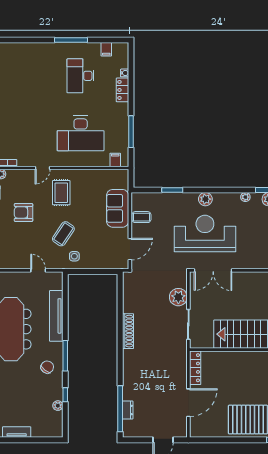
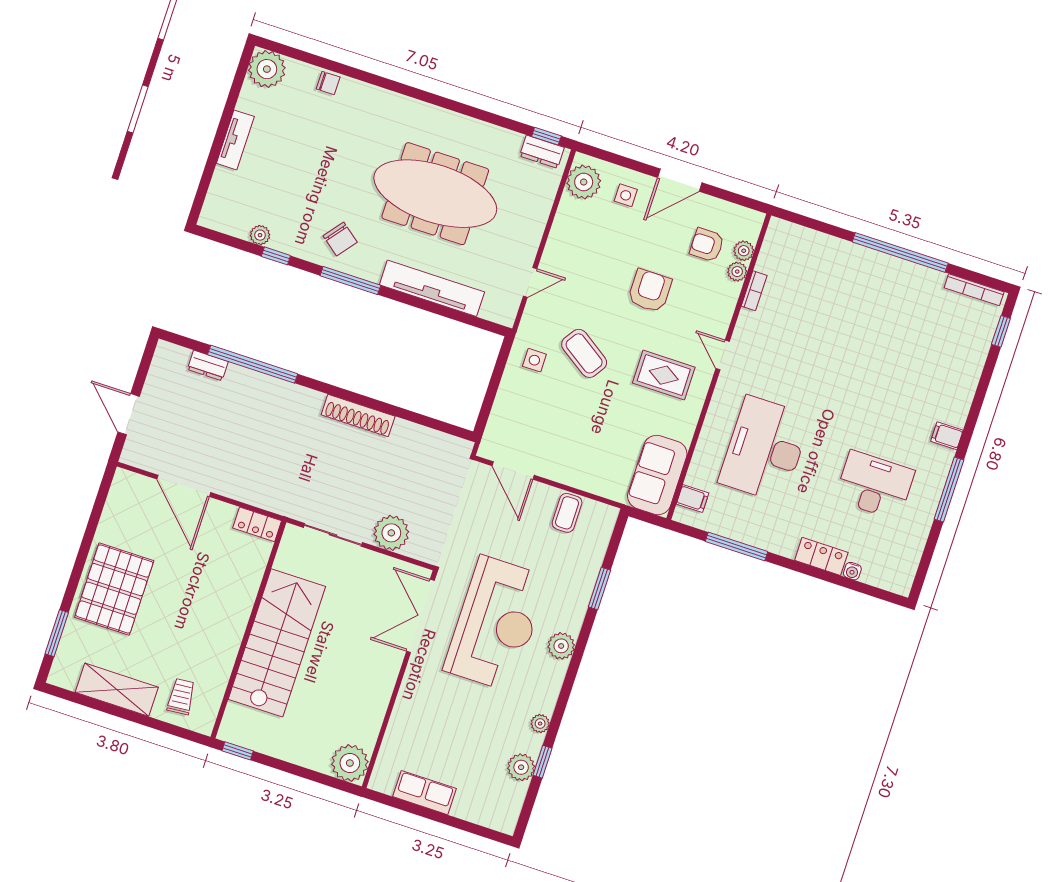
filing cabinet: (106, 49) -> (947, 436), moved
sofa: (118, 208) -> (657, 475), moved, turned -90
locker: (195, 368) -> (257, 524), width x0.66
window: (120, 409) -> (253, 364), moved

